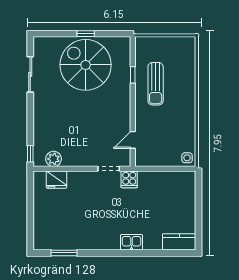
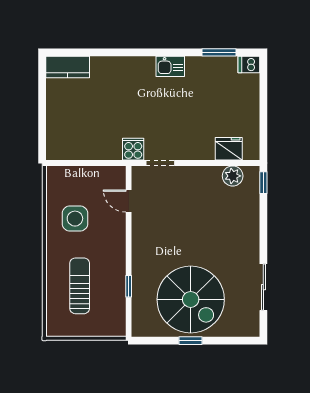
sun lounger: (156, 84) -> (80, 286), moved
door: (133, 140) -> (129, 201), swing flipped
side table: (187, 158) -> (75, 219), moved, width x1.87, depth x1.87
kitchen sink: (132, 242) -> (170, 66), moved
dishwasher: (41, 244) -> (249, 64), added

